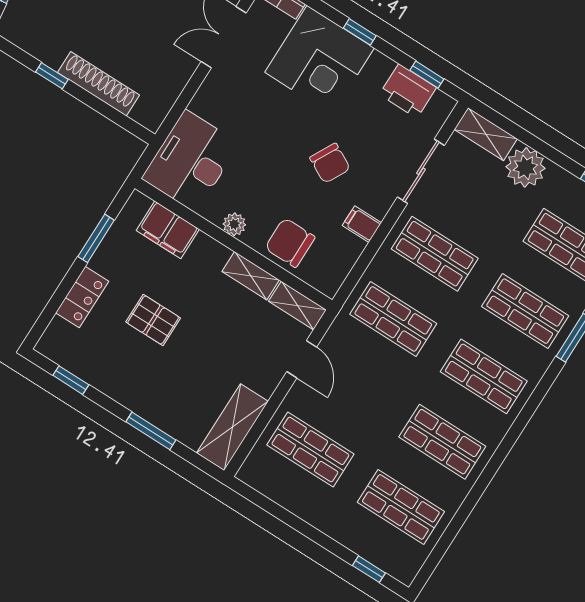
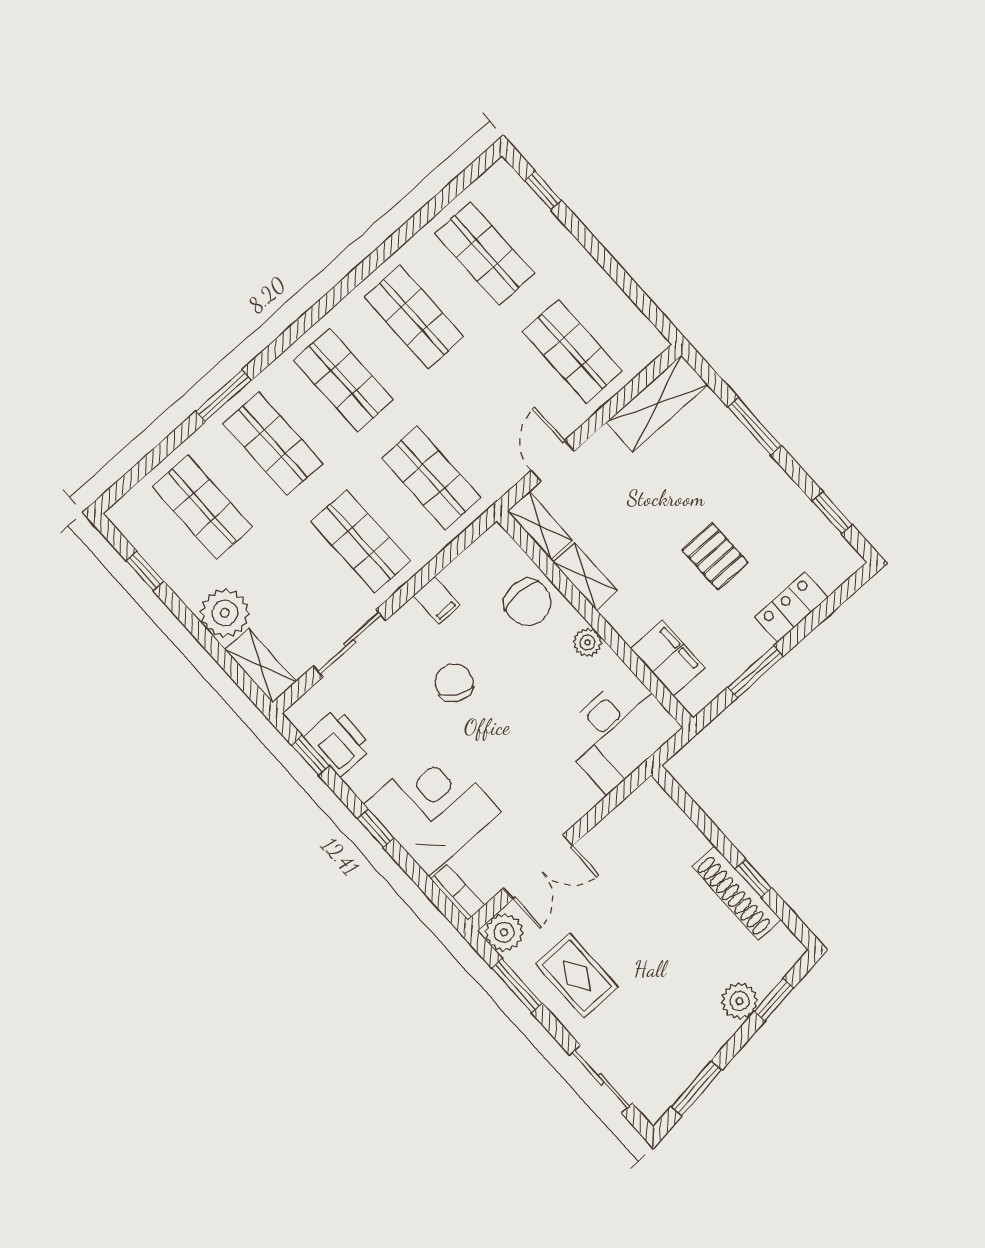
shoe rack: (98, 84) -> (737, 893), moved

